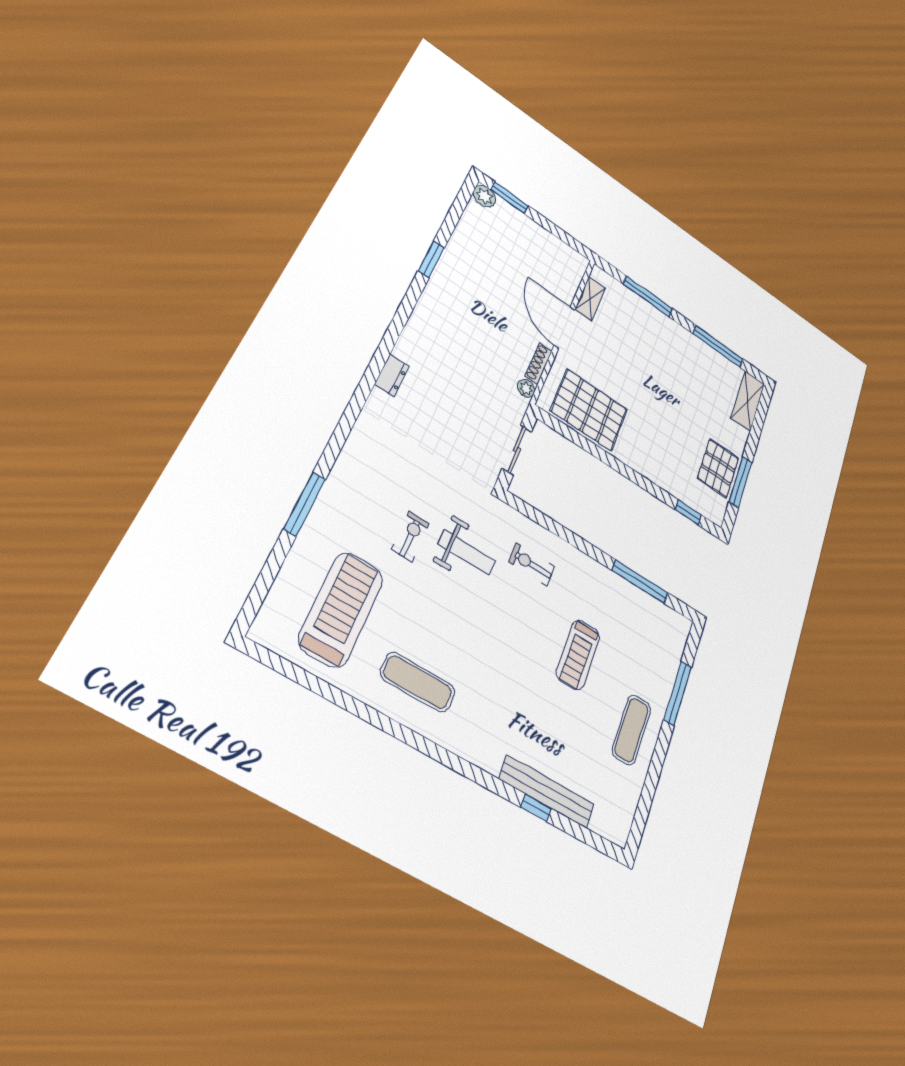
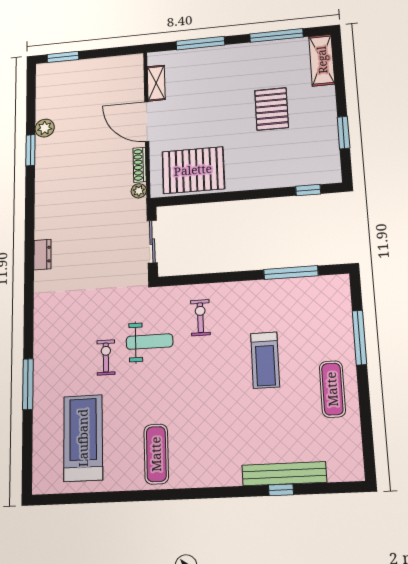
plant: (484, 196) -> (45, 128), moved
pallet: (718, 468) -> (272, 109), moved
window: (740, 482) -> (343, 133), width x0.69
exercise bike: (532, 564) -> (200, 318), turned 90
exercise mat: (418, 682) -> (156, 454), turned 90

